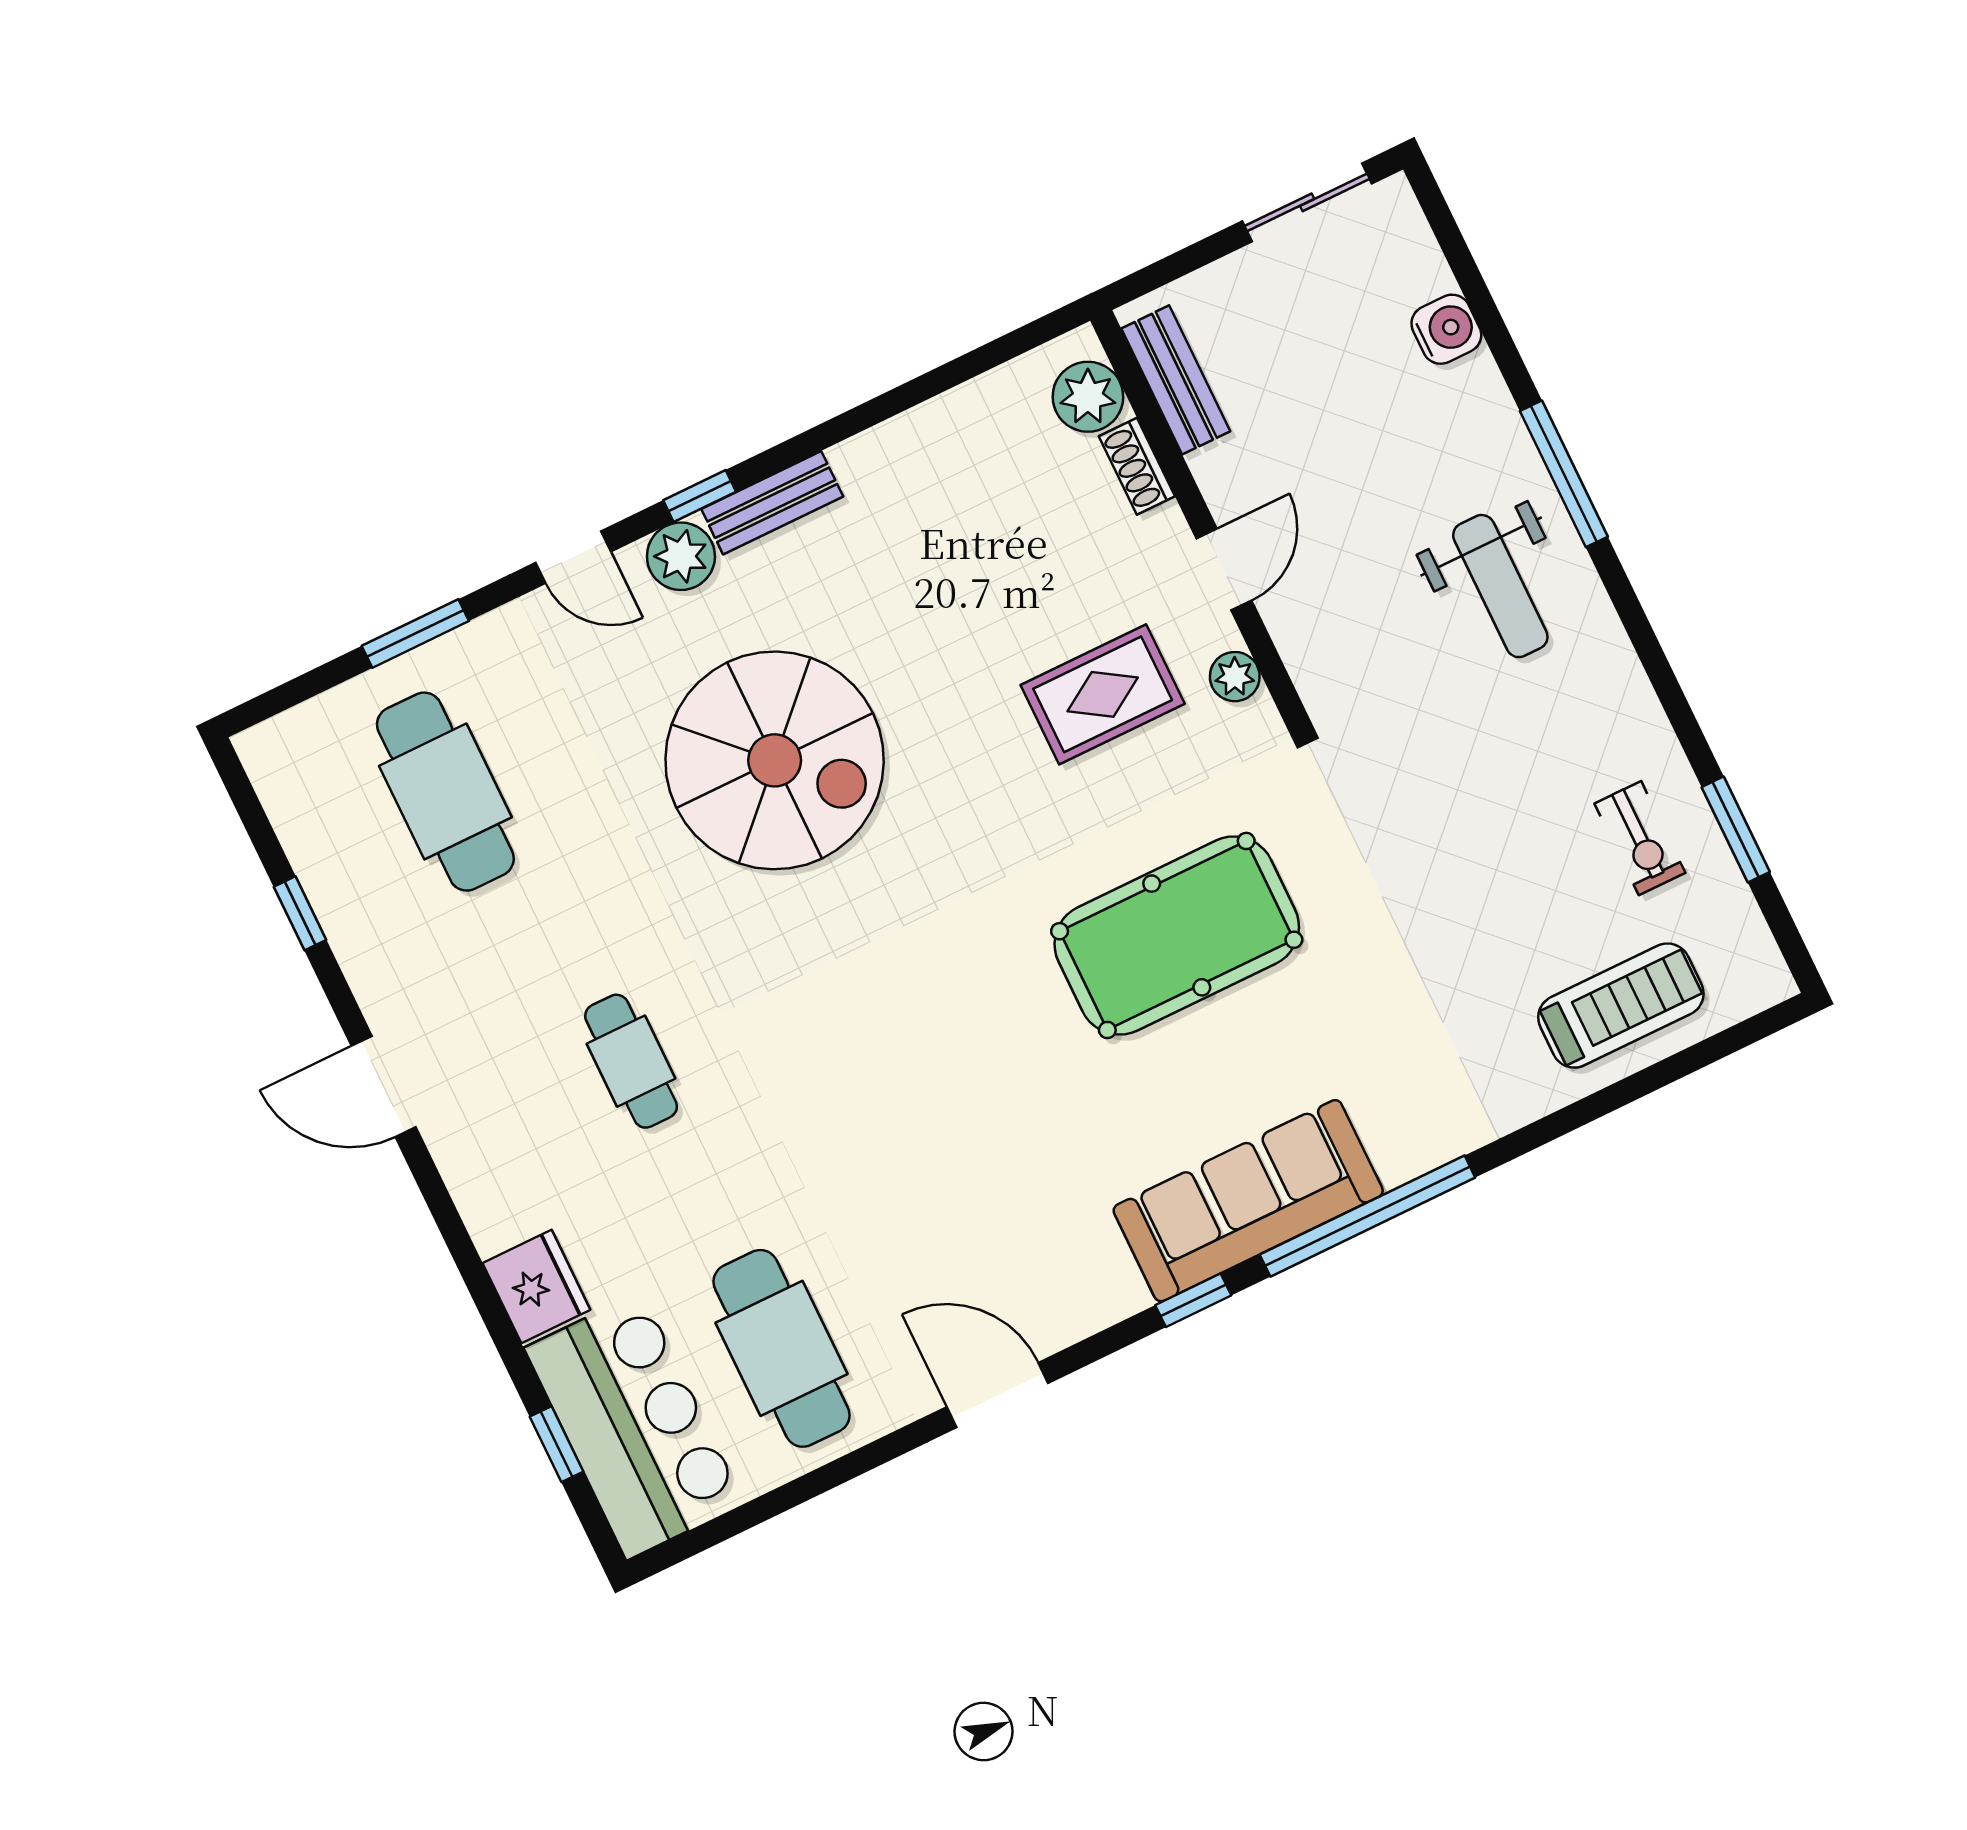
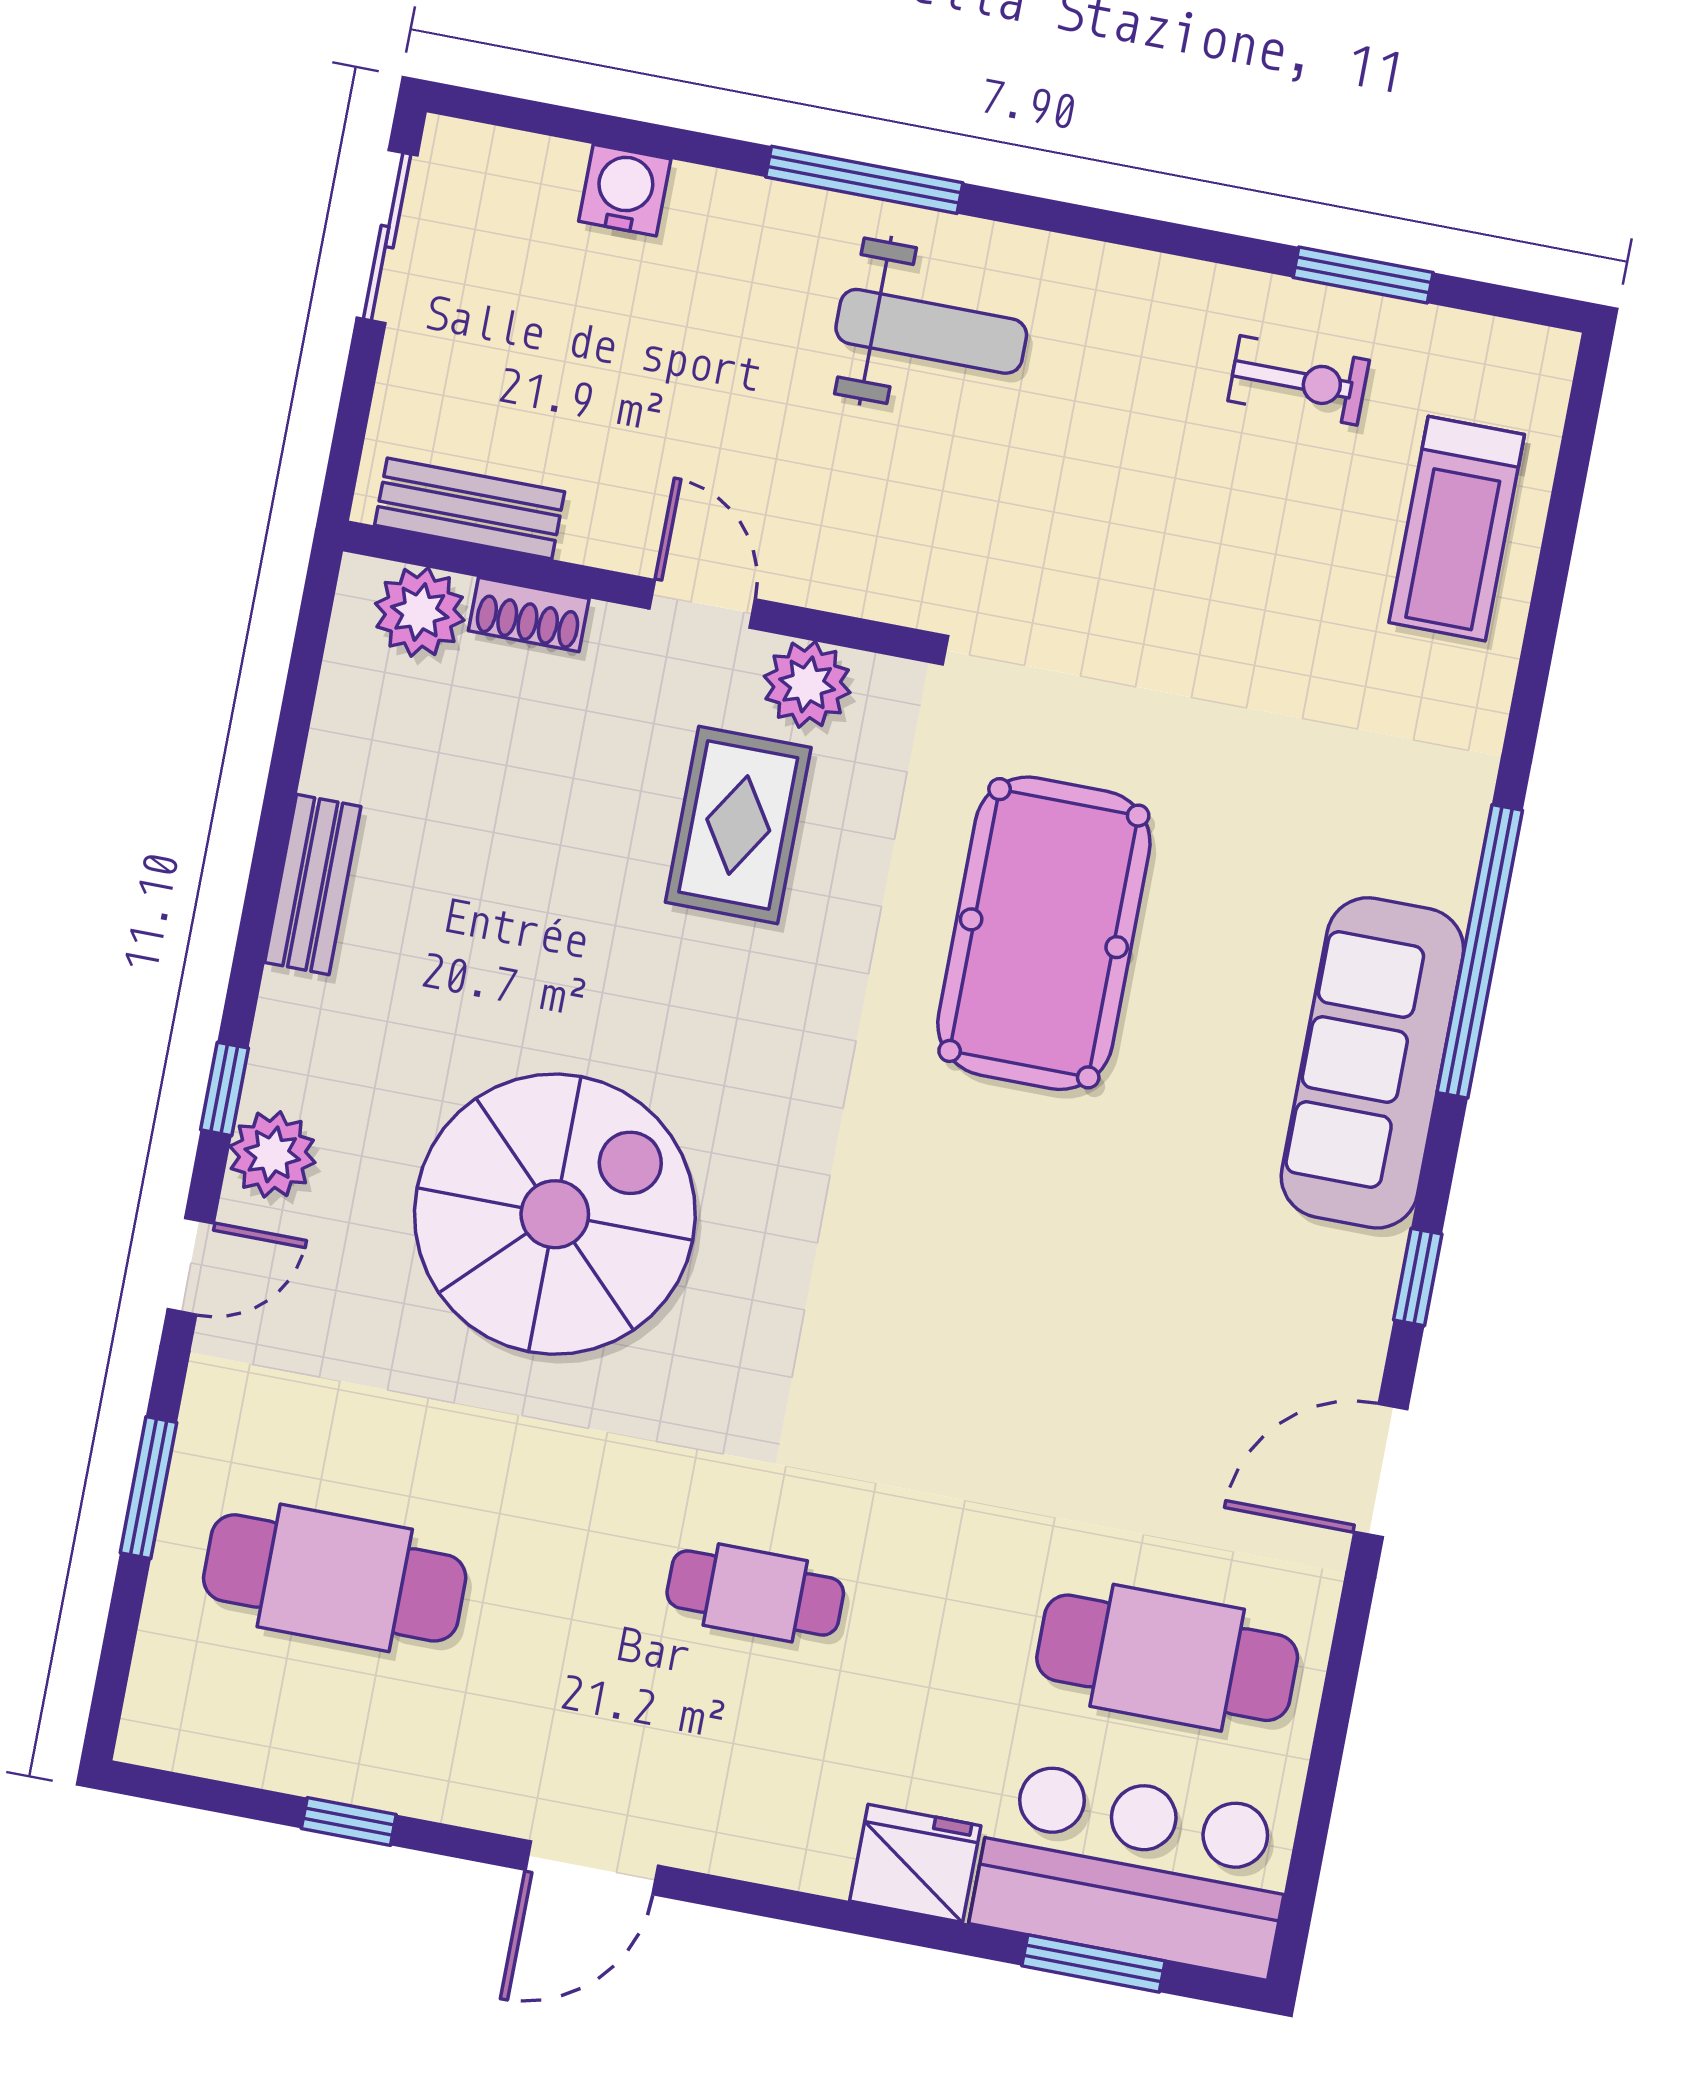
bench: (772, 503) -> (313, 884), moved
plant: (1235, 677) -> (807, 684), width x1.38, depth x1.38
treadmill: (1621, 1006) -> (1457, 529), turned 180
window: (1193, 1300) -> (1418, 1277), moved
window: (557, 1444) -> (1094, 1963), width x1.50

